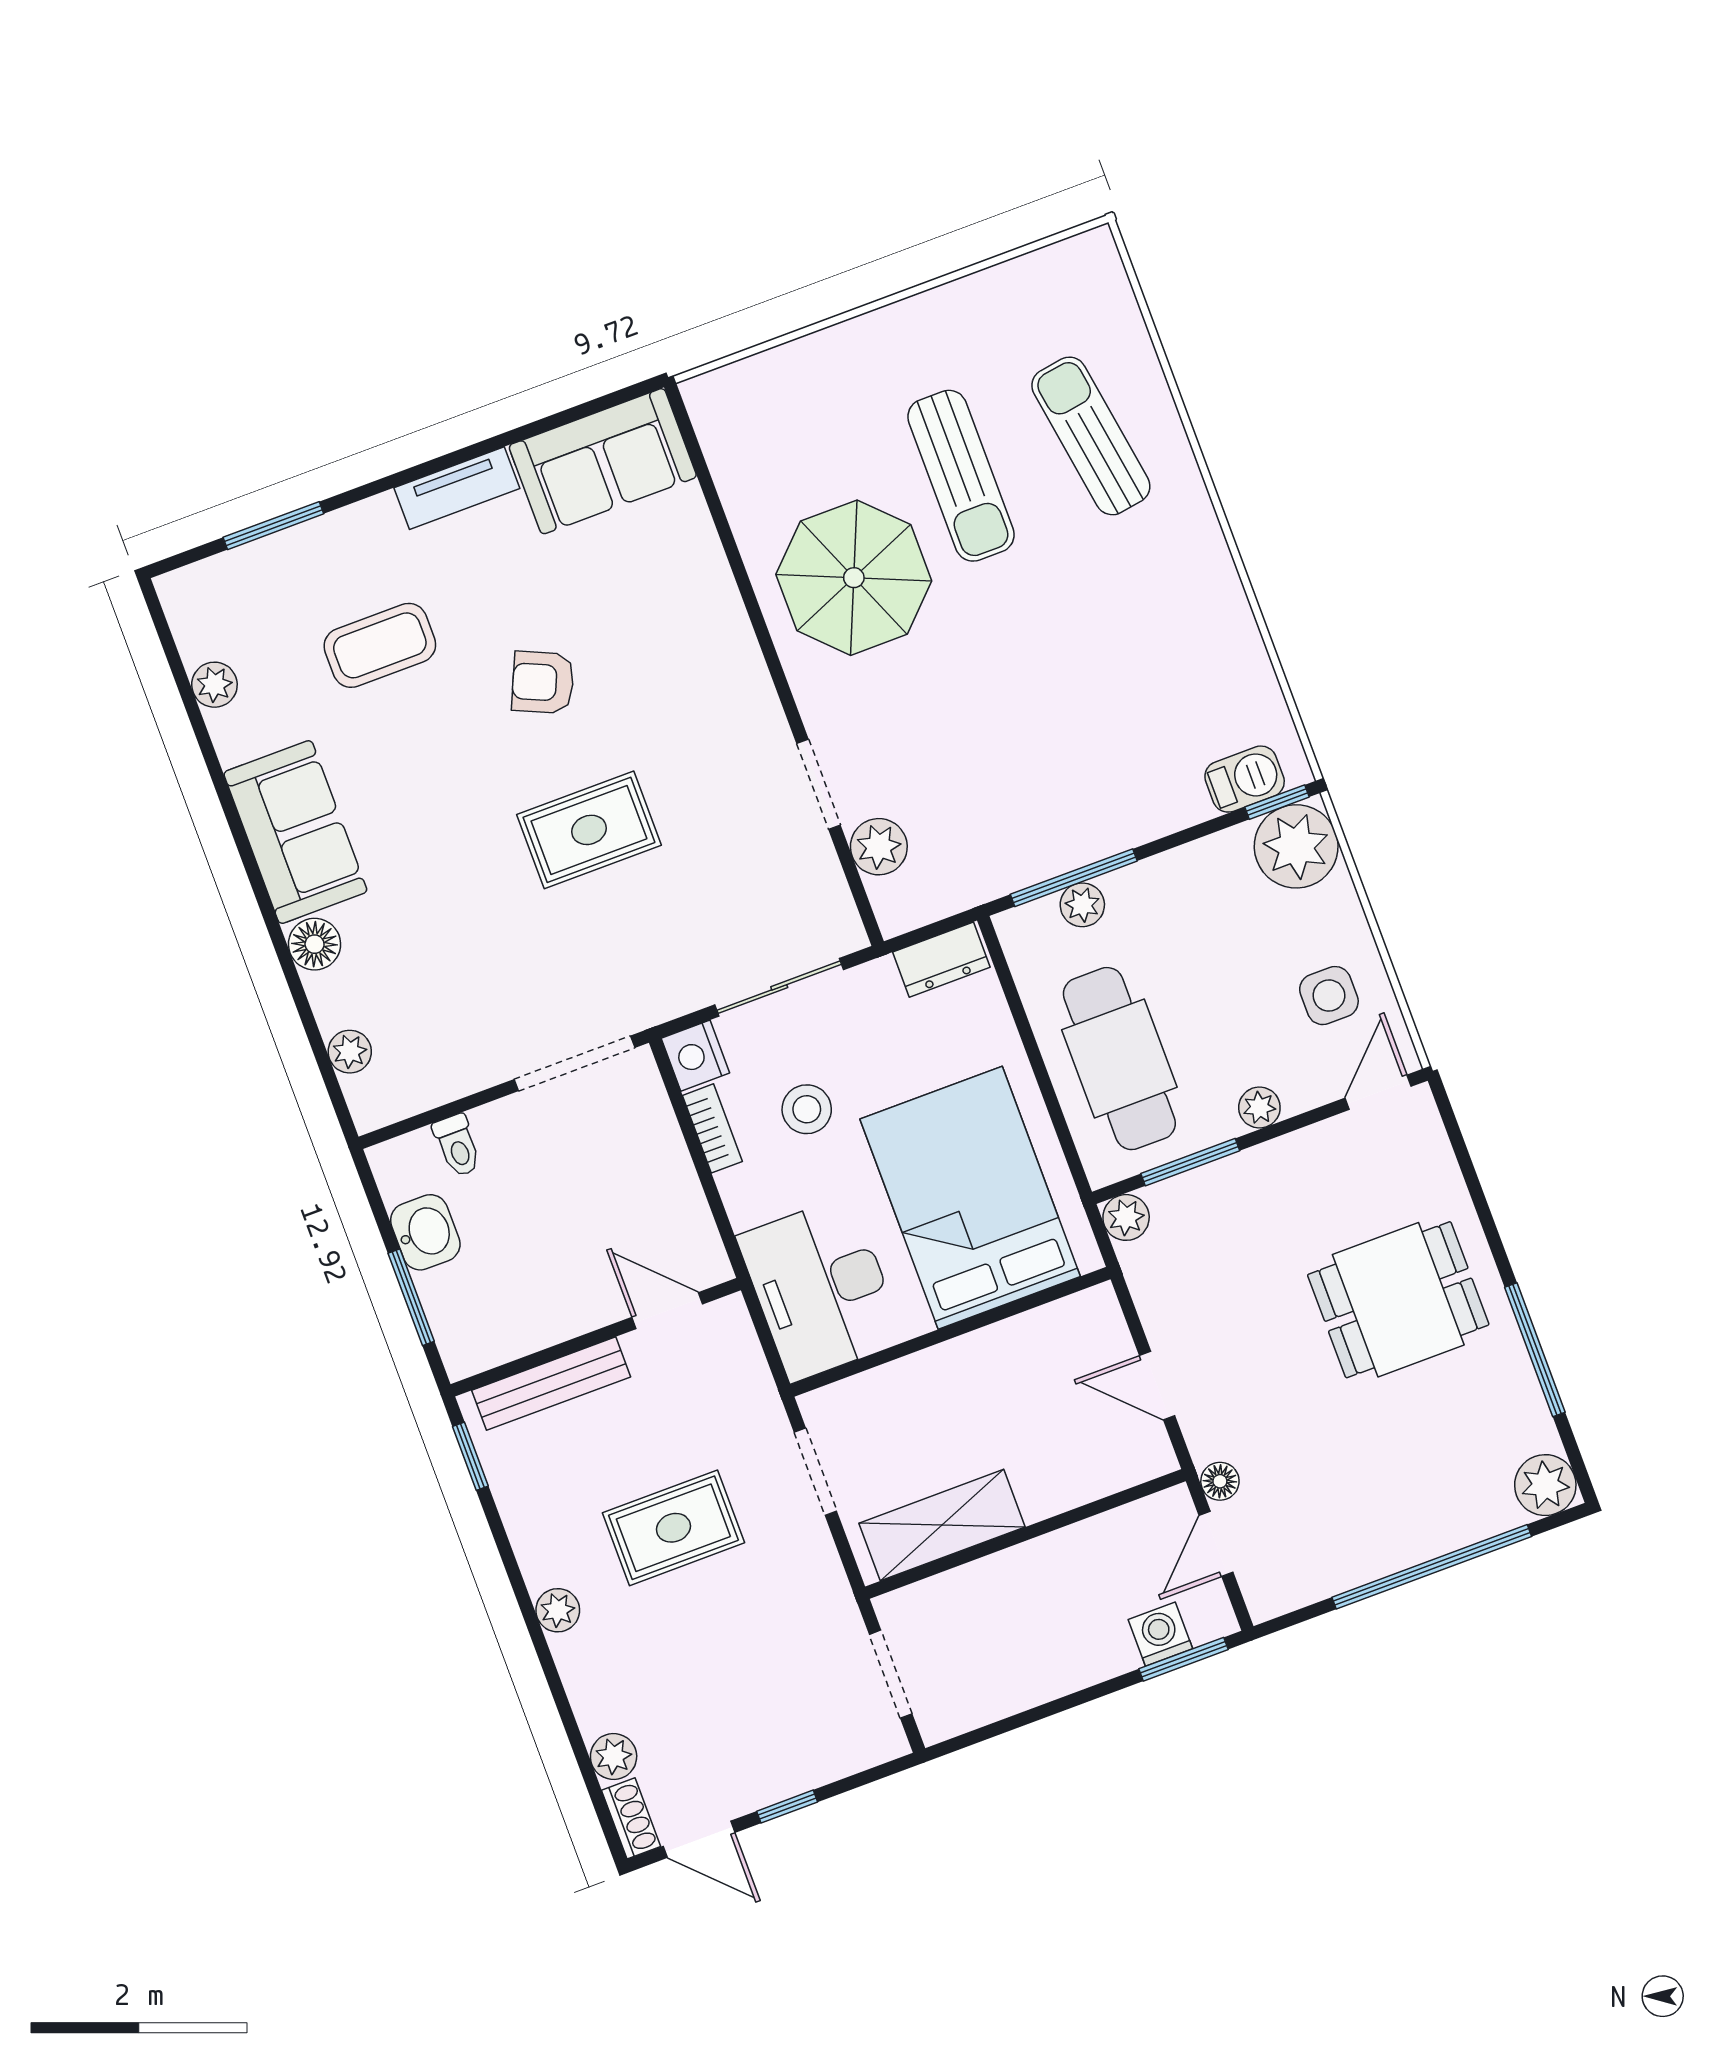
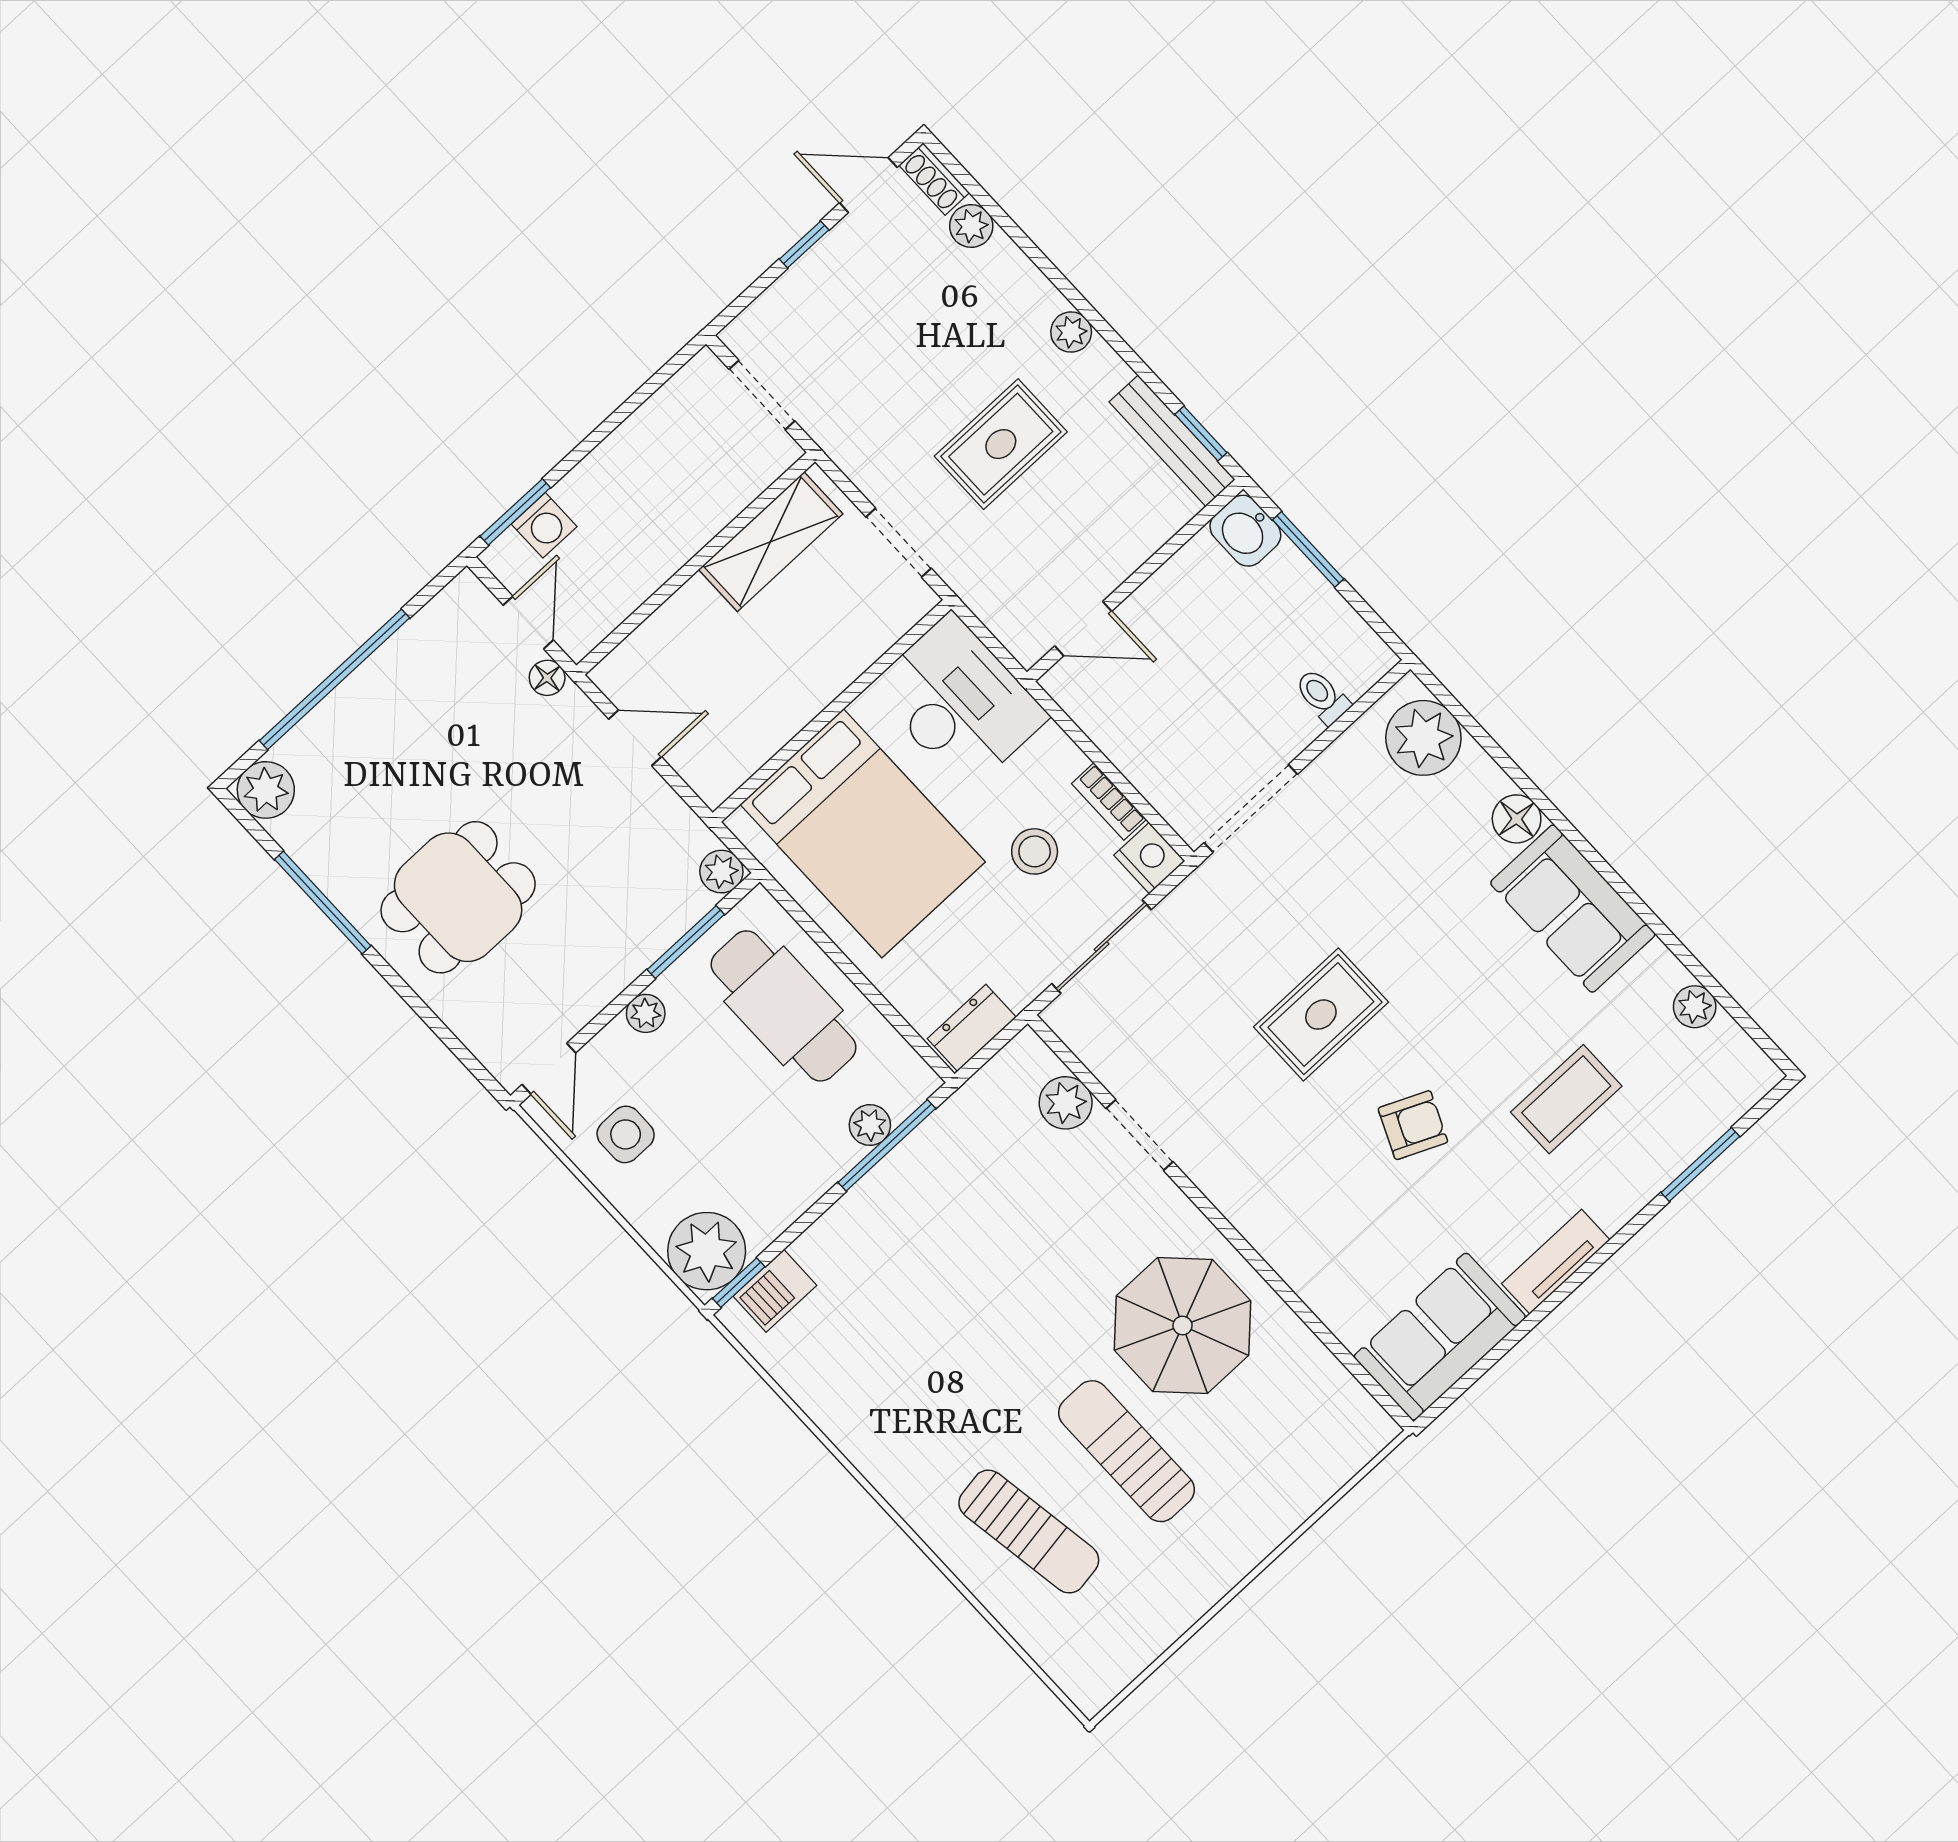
plant: (350, 1052) -> (1423, 738), width x1.88, depth x1.88
washbasin: (425, 1232) -> (1245, 531), moved
bench: (551, 1384) -> (1172, 441), moved, turned 90

